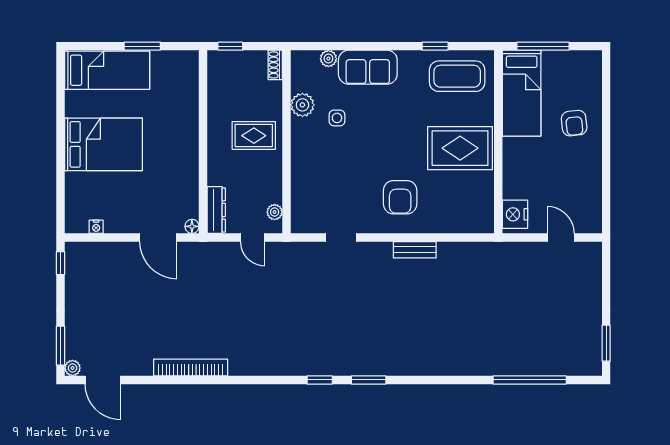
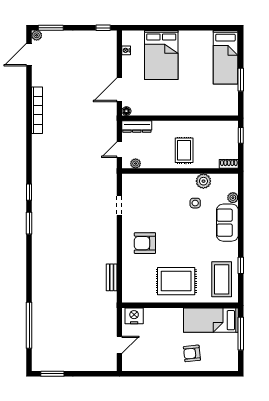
bed: (104, 144) -> (161, 55), moved
rug: (460, 148) -> (176, 281), turned 90
bench: (415, 250) -> (112, 277), moved

